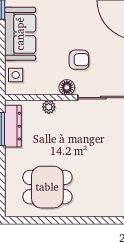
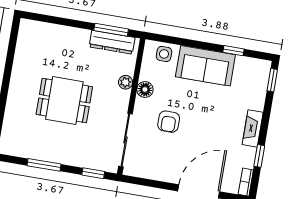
floor lamp: (67, 87) -> (145, 89), moved
dining table: (47, 187) -> (64, 101), moved, turned 90

